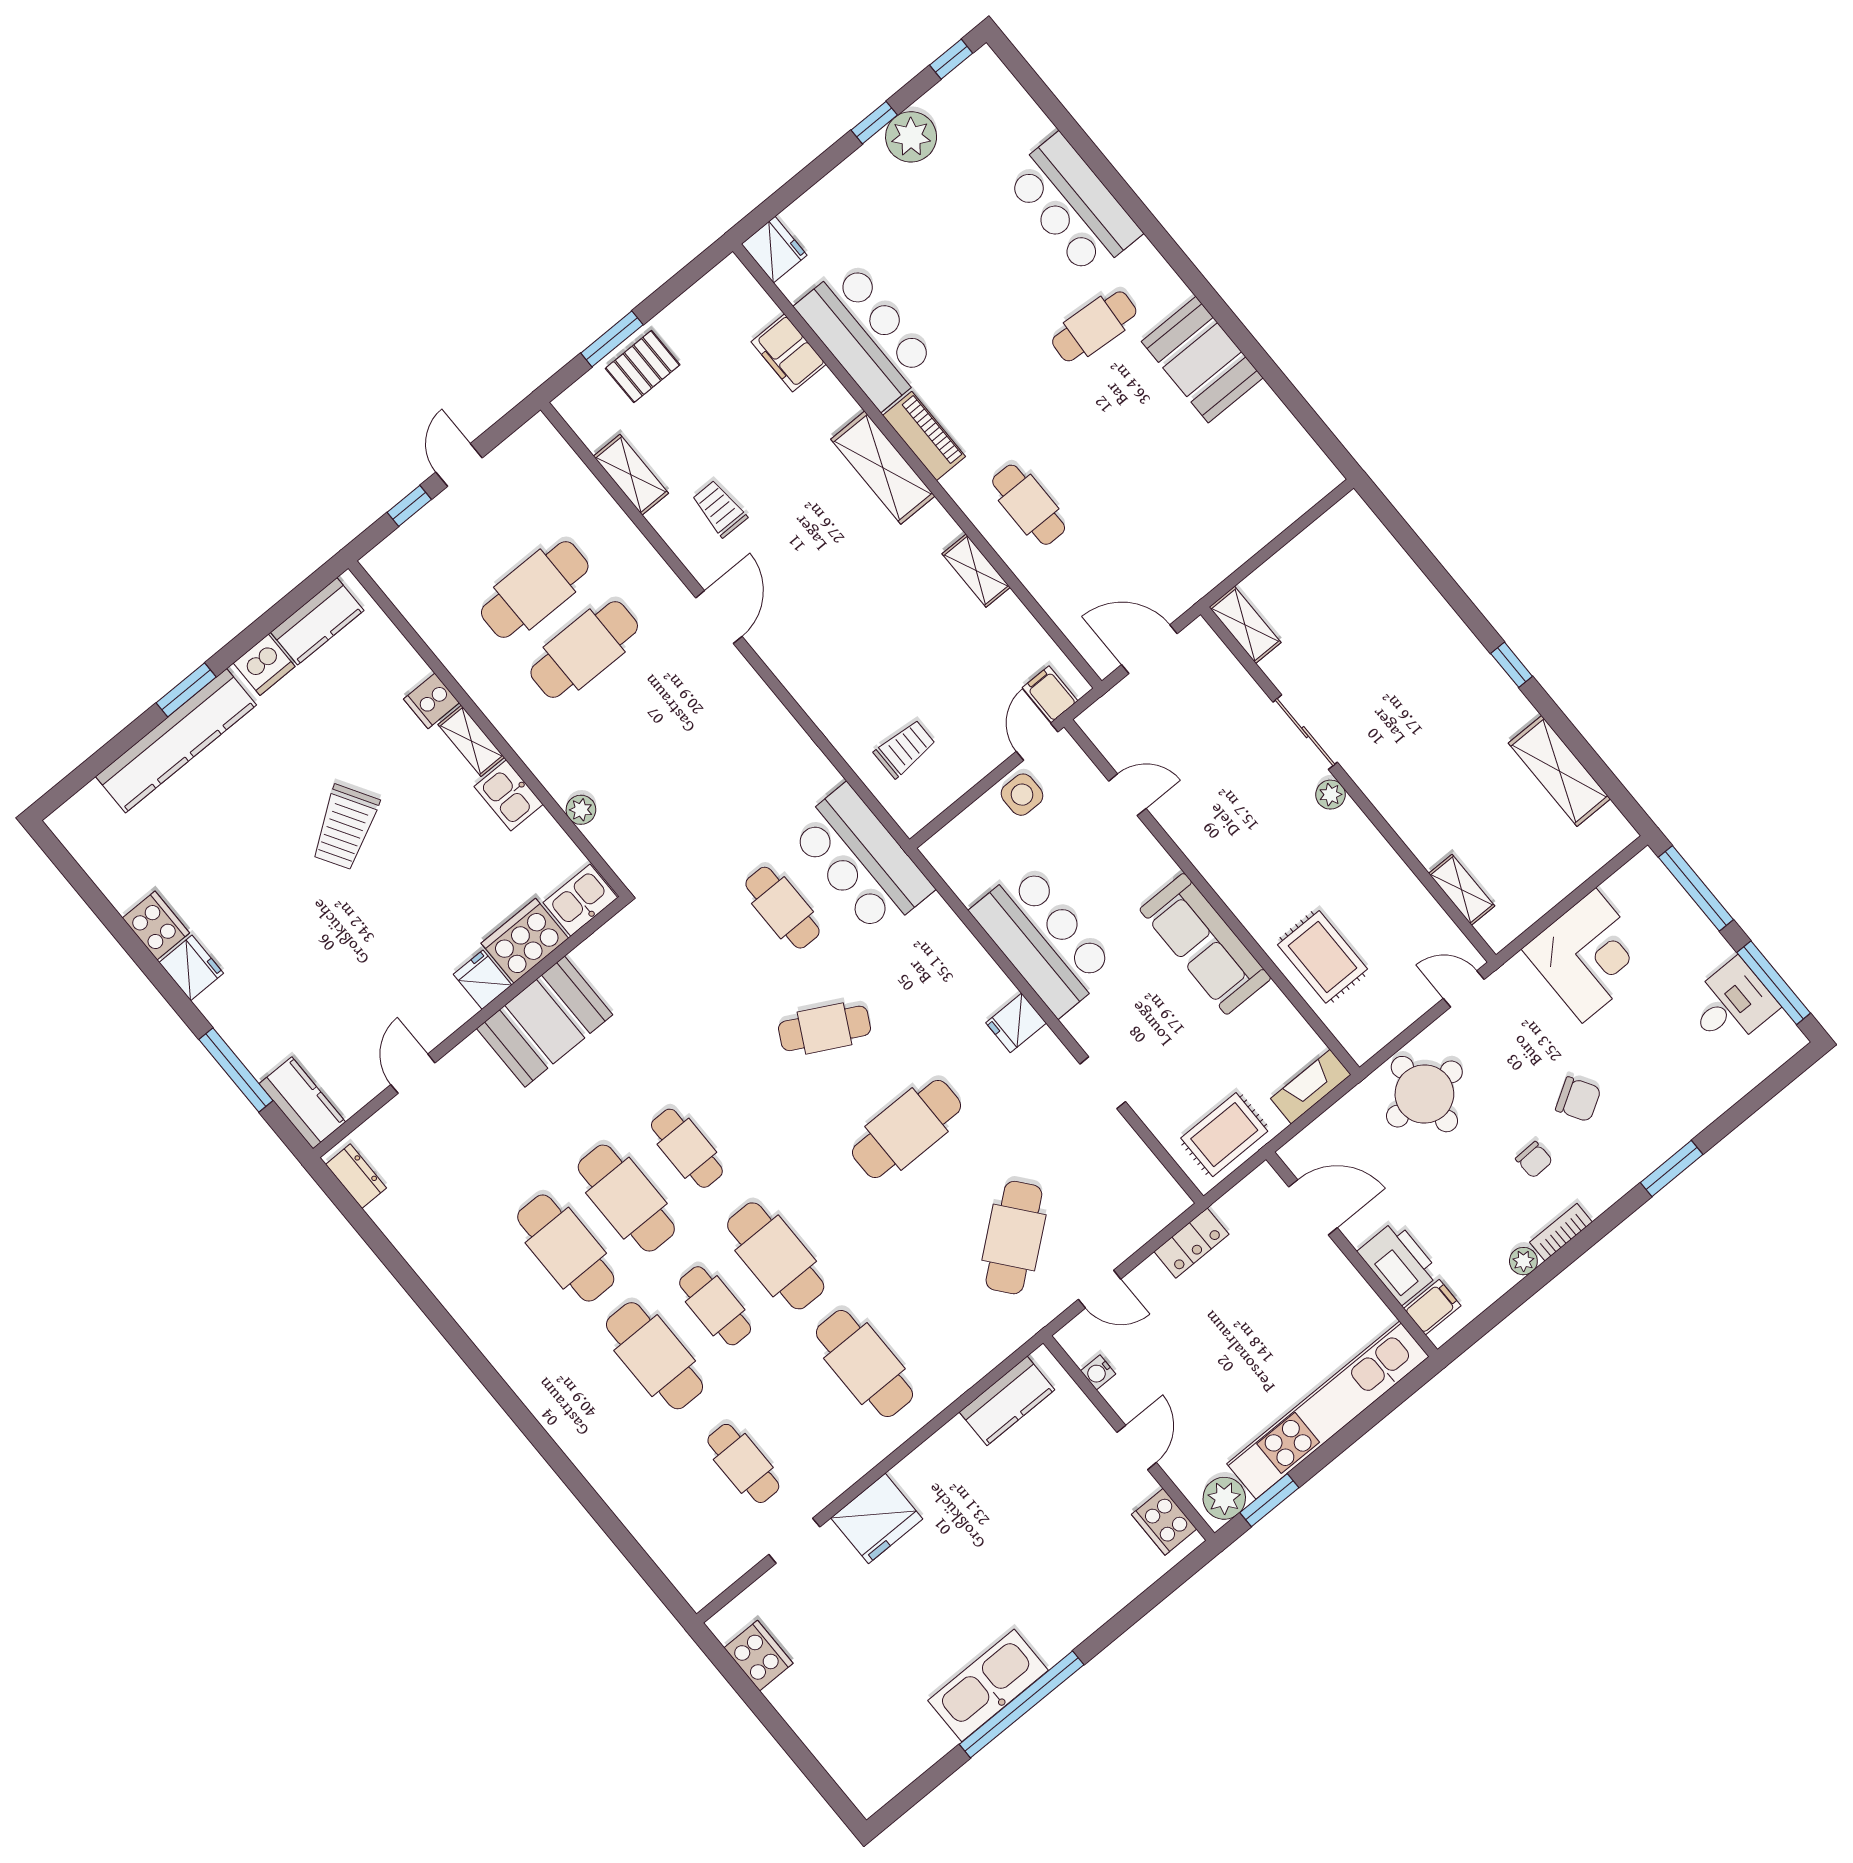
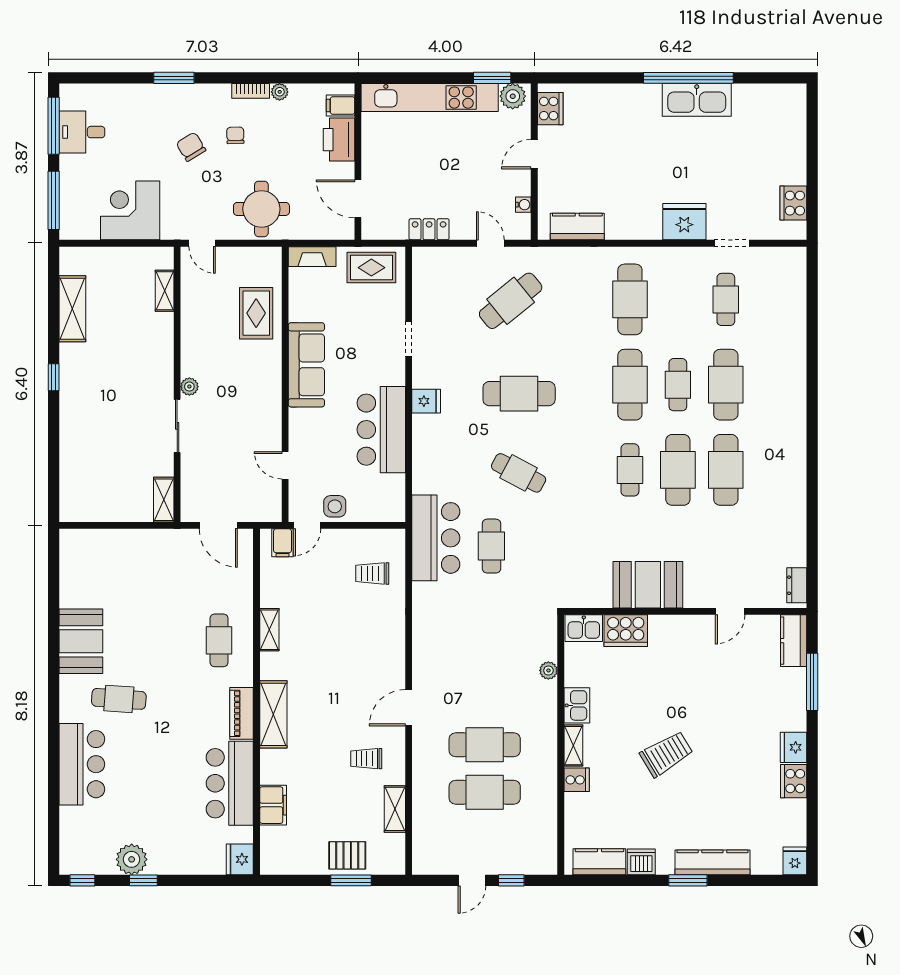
trolley: (719, 509) -> (366, 759), turned 90
kitchen counter: (176, 741) -> (712, 862), width x0.72, depth x0.86
fridge: (483, 980) -> (795, 861), moved, turned 180

